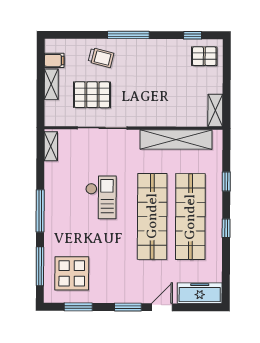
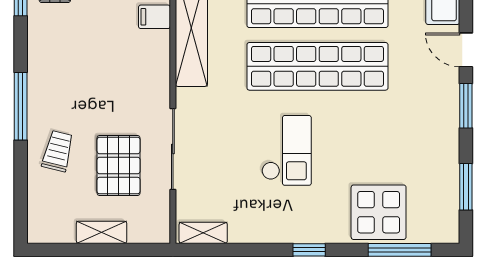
filing cabinet: (54, 60) -> (154, 17), moved, turned -90
checkout: (101, 197) -> (287, 150), turned 90
window: (40, 211) -> (309, 250), width x0.46
display table: (72, 273) -> (379, 212), moved

